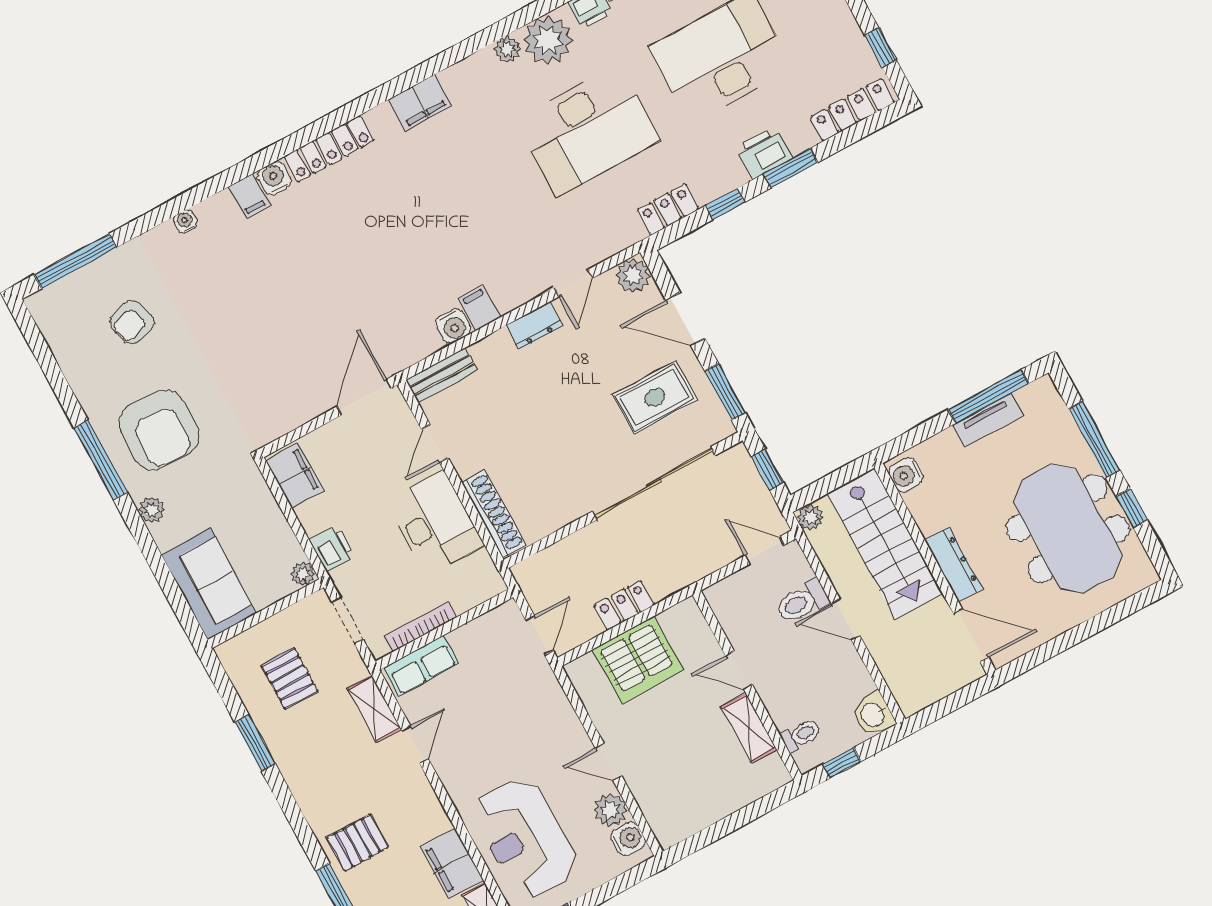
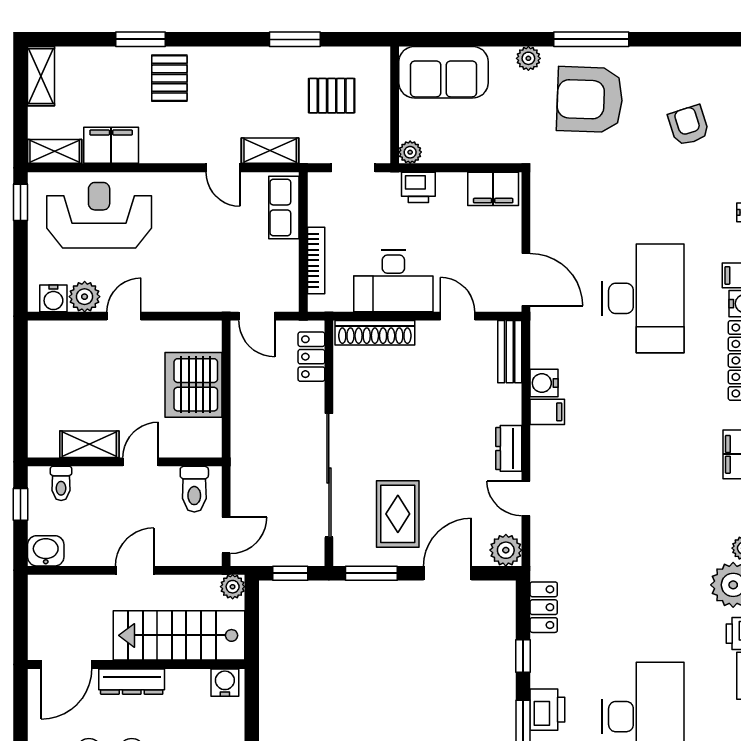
desk: (588, 130) -> (643, 298), moved, turned 180
toilet: (802, 602) -> (194, 489), moved, turned 180
locker: (624, 605) -> (311, 357), moved, turned 180
bookcase: (420, 627) -> (316, 260), moved

